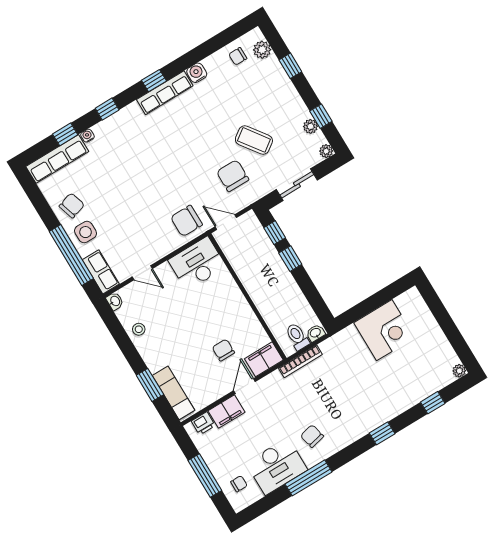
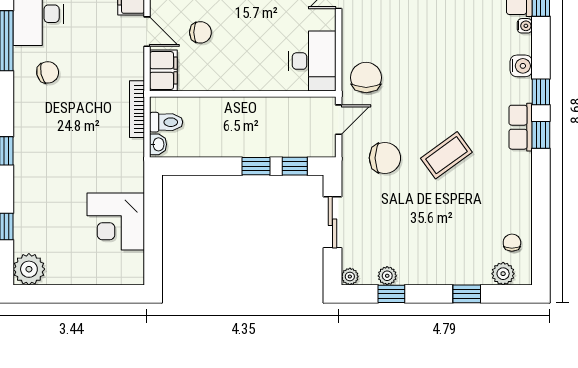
water cooler: (197, 73) -> (521, 66), moved
row of seats: (165, 93) -> (521, 127), width x0.68
window: (107, 109) -> (541, 92), moved
coffee table: (254, 140) -> (446, 155), moved
plant: (459, 371) -> (29, 269), width x1.88, depth x1.88

